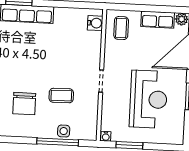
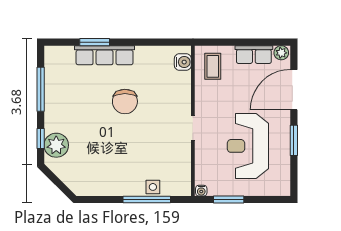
coffee table: (61, 96) -> (148, 147), removed
reception desk: (148, 99) -> (248, 146), turned 180
chair: (24, 104) -> (125, 101), moved

